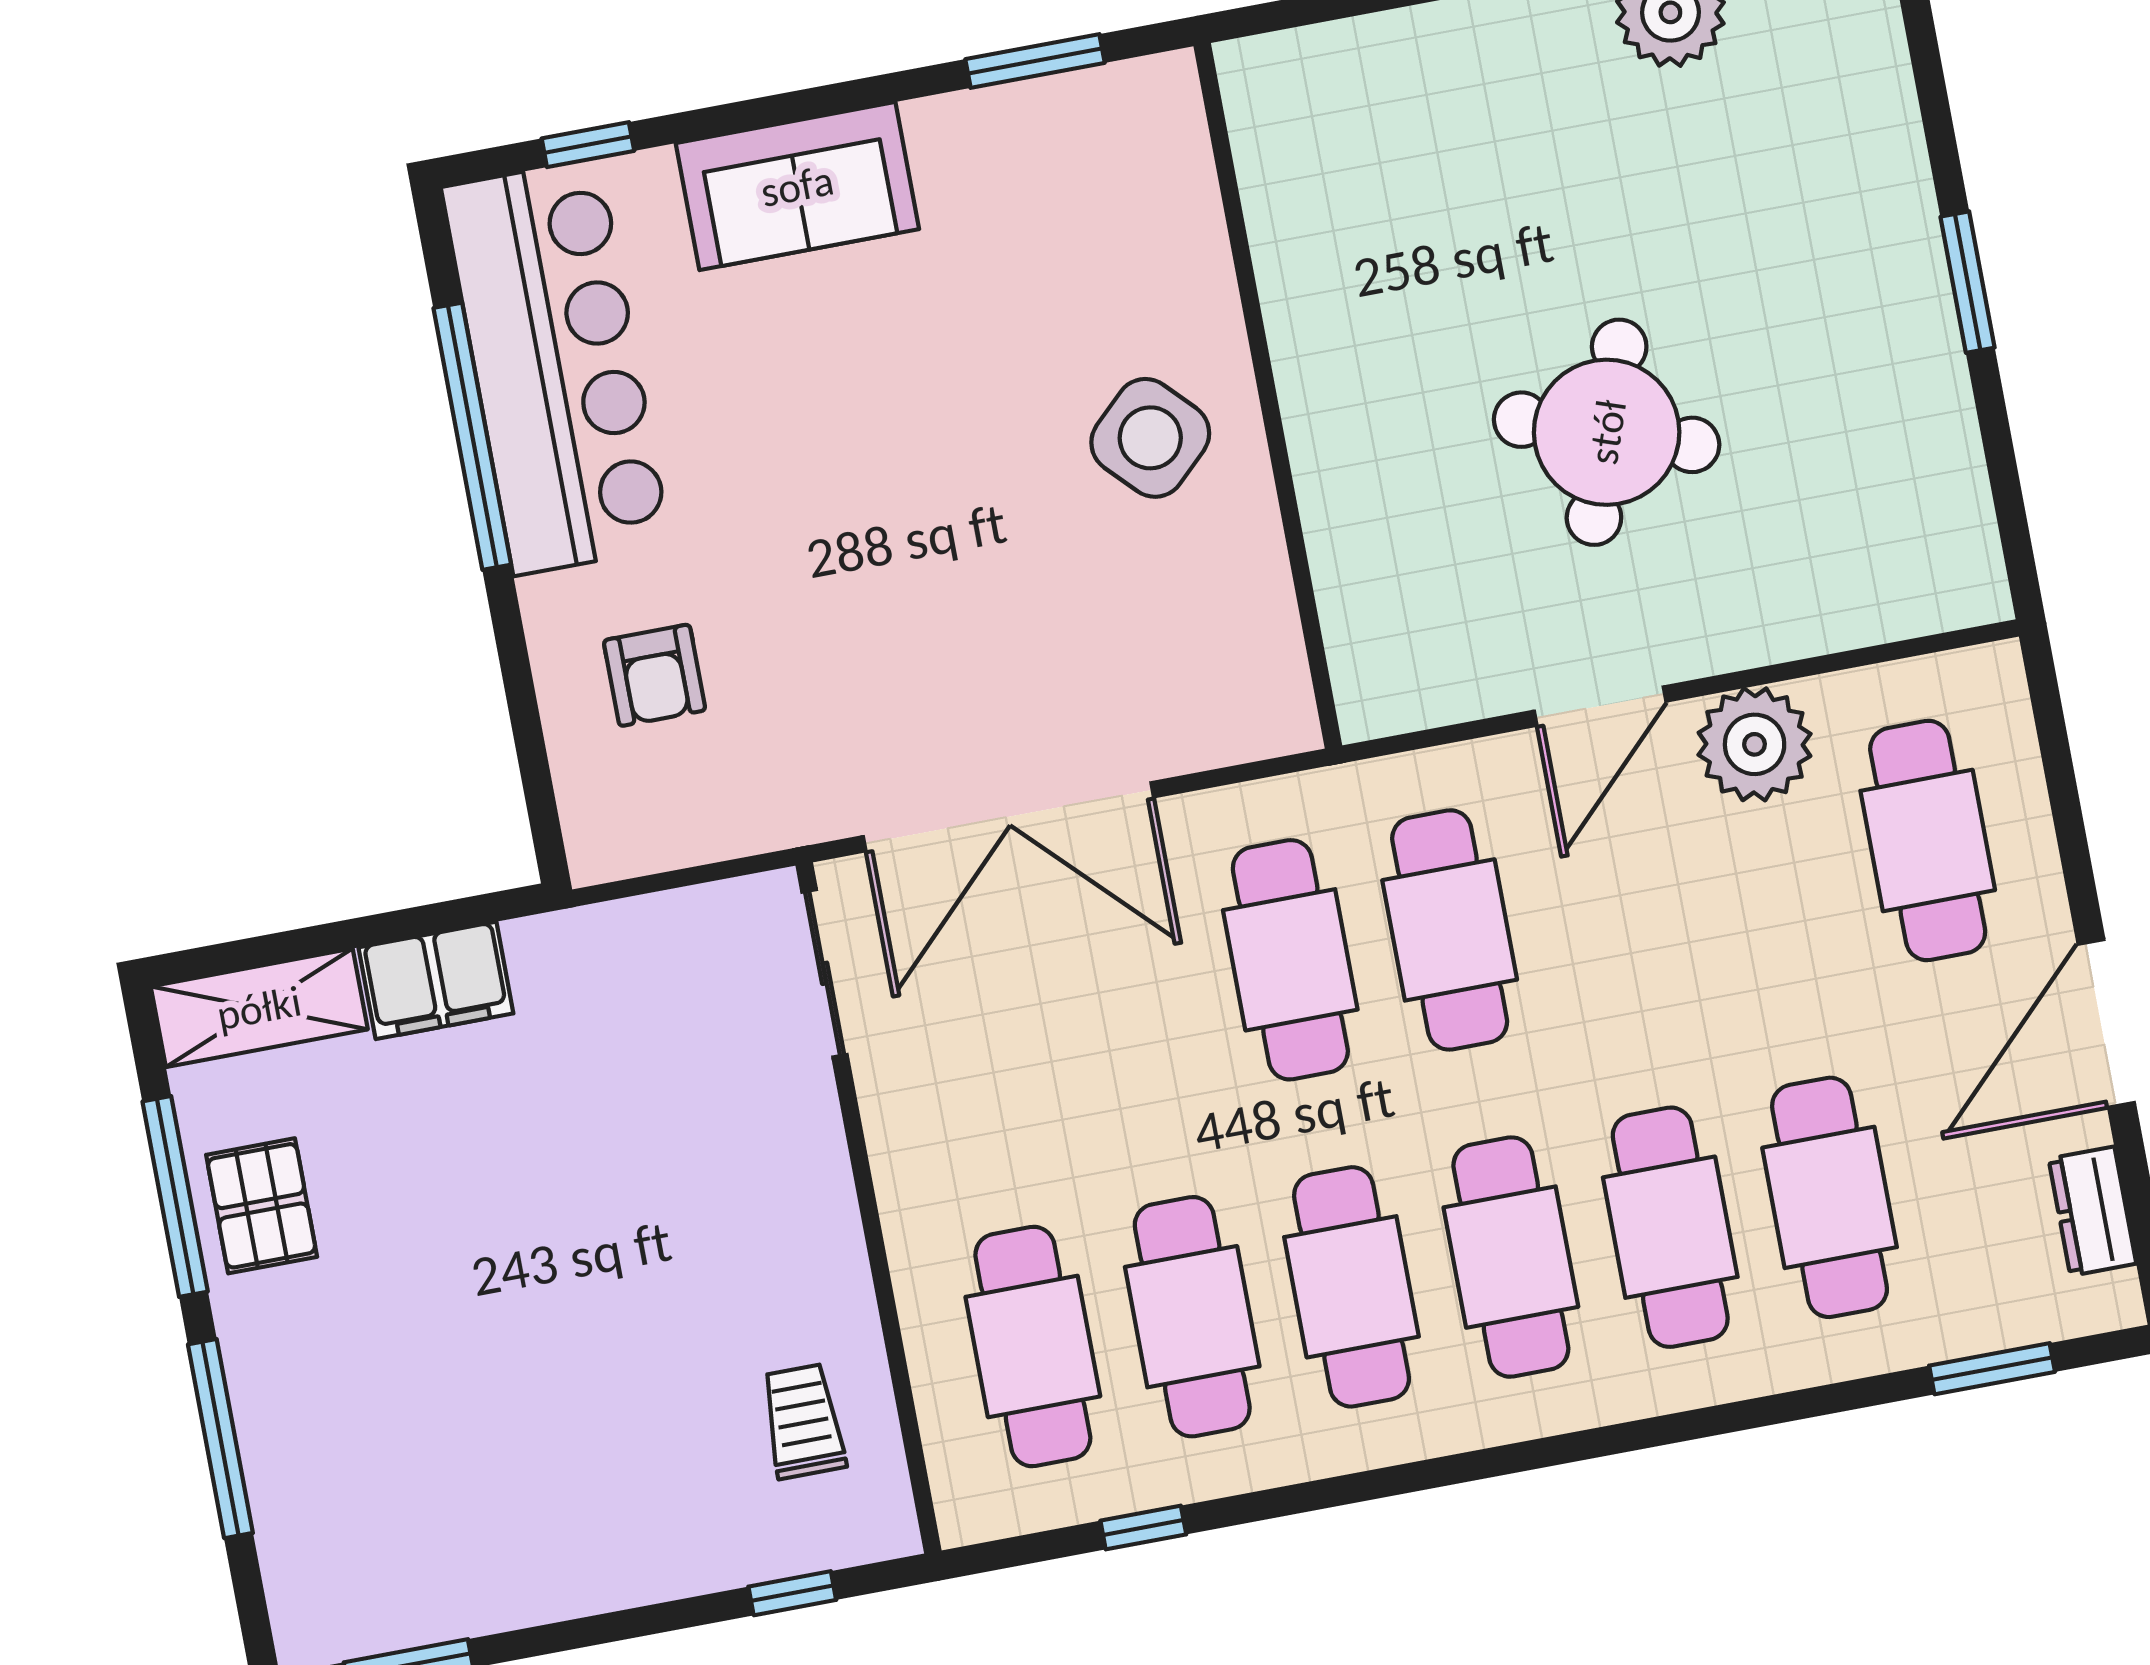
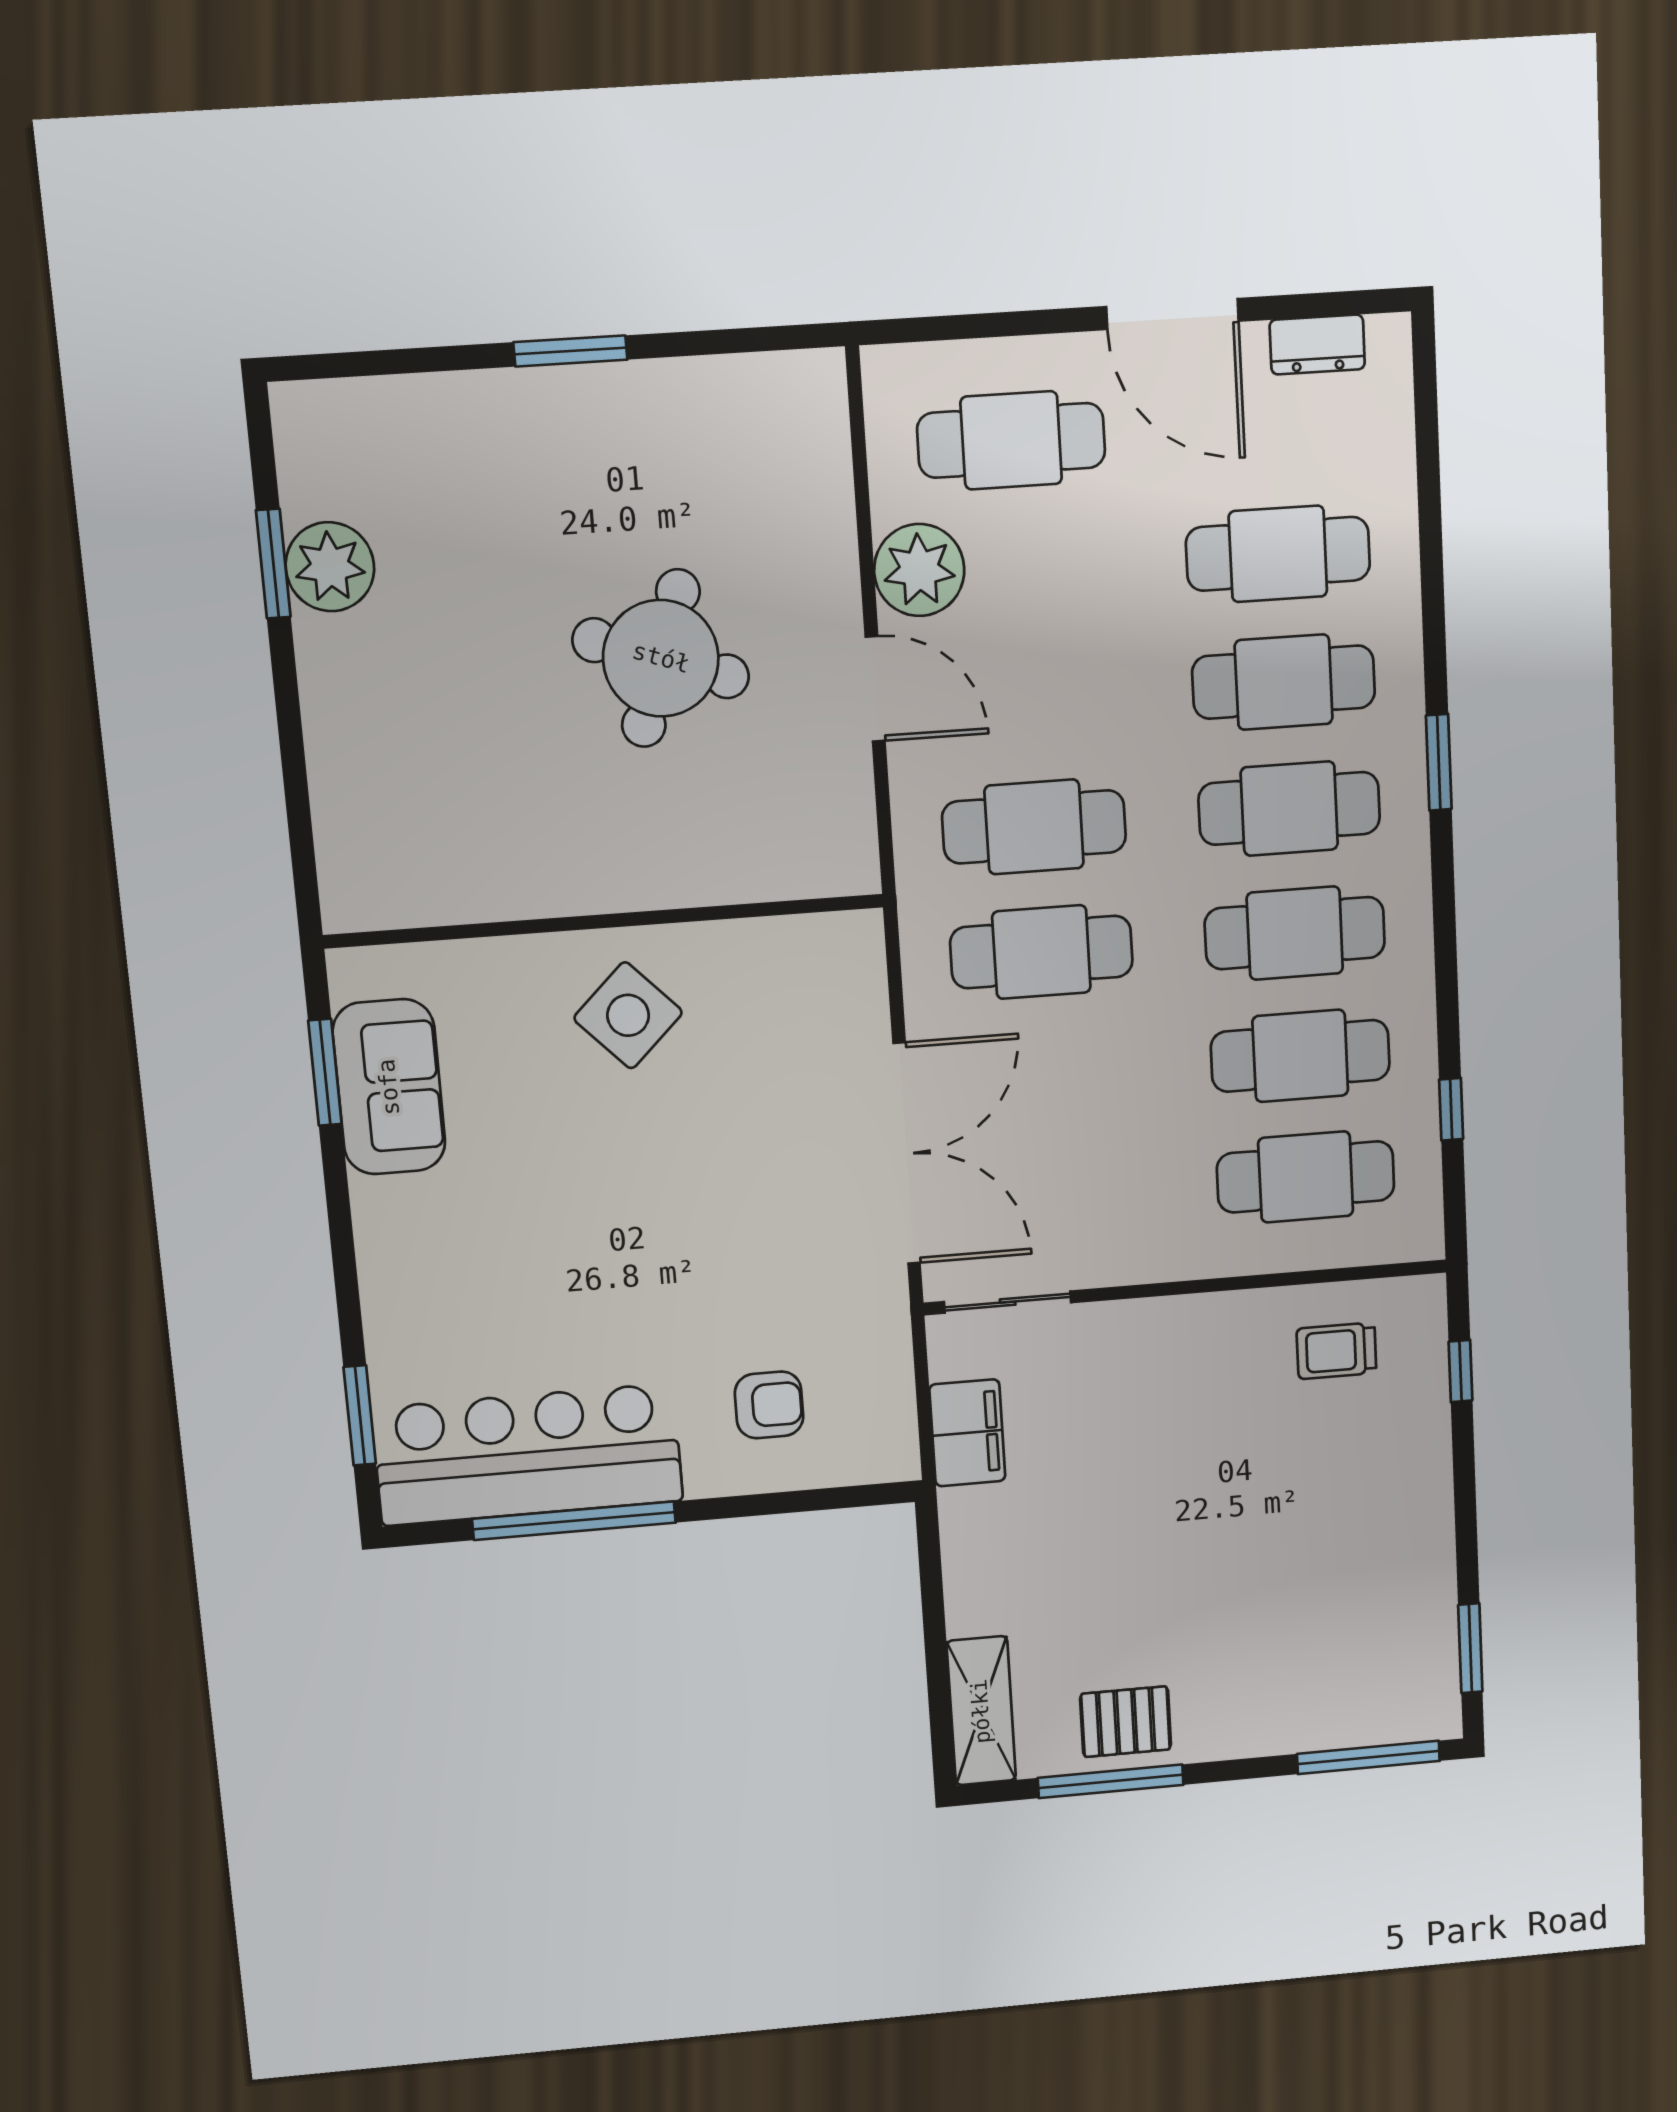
window: (588, 145) -> (360, 1415), width x1.50
sofa: (797, 186) -> (389, 1087), moved
filing cabinet: (436, 980) -> (967, 1433), moved
window: (1992, 1369) -> (1439, 762), moved
window: (220, 1439) -> (1368, 1757), moved

